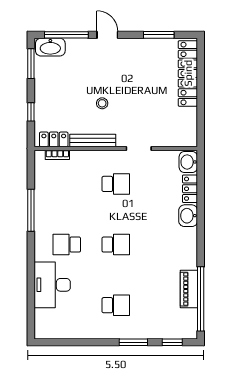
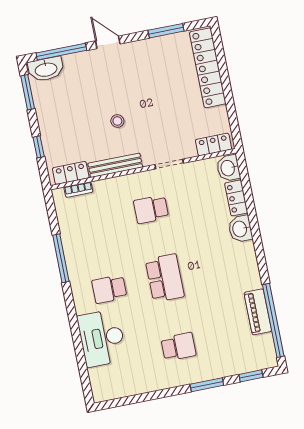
locker: (180, 140) -> (213, 145), added
school desk: (116, 184) -> (151, 209), turned 180
school desk: (116, 245) -> (165, 278), width x1.85

